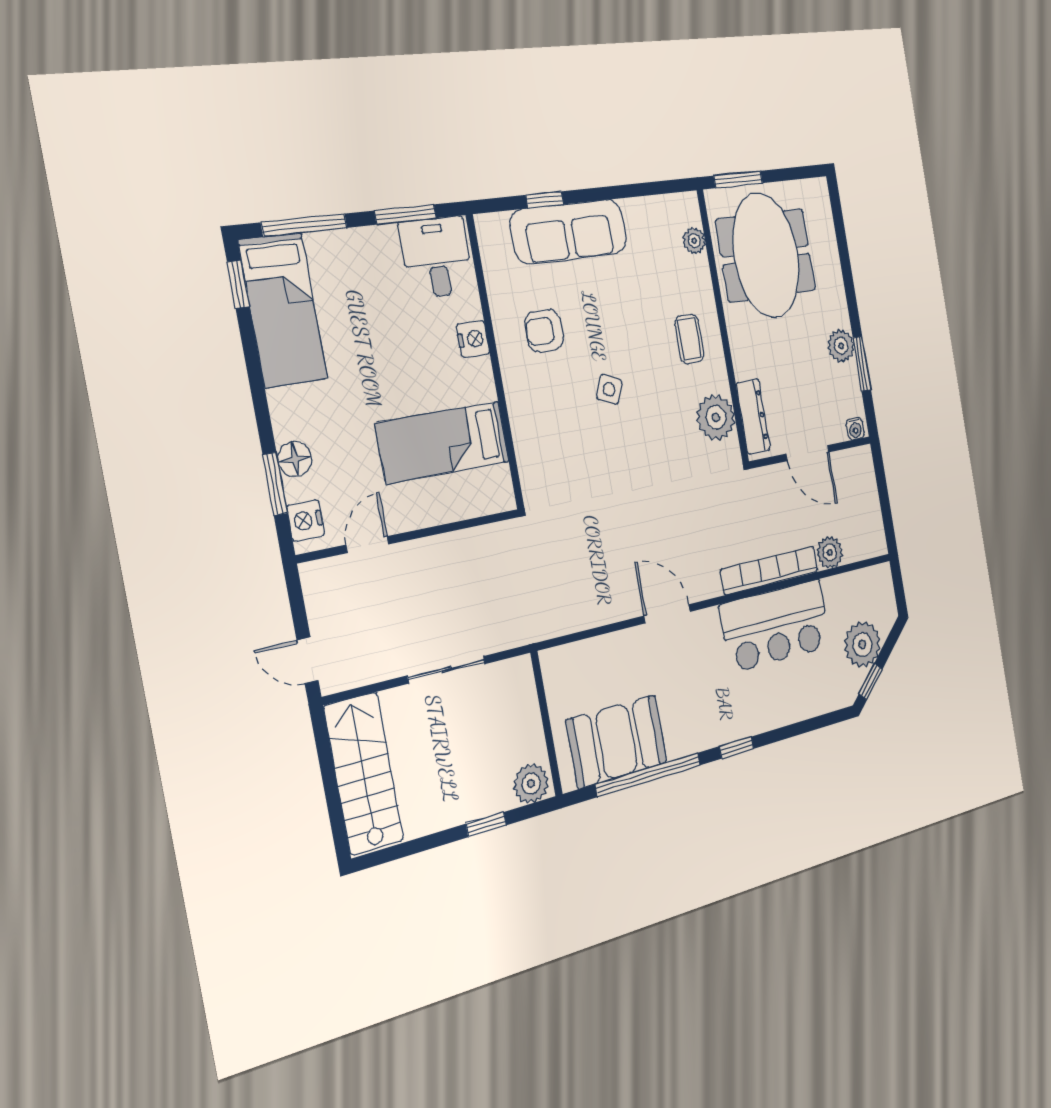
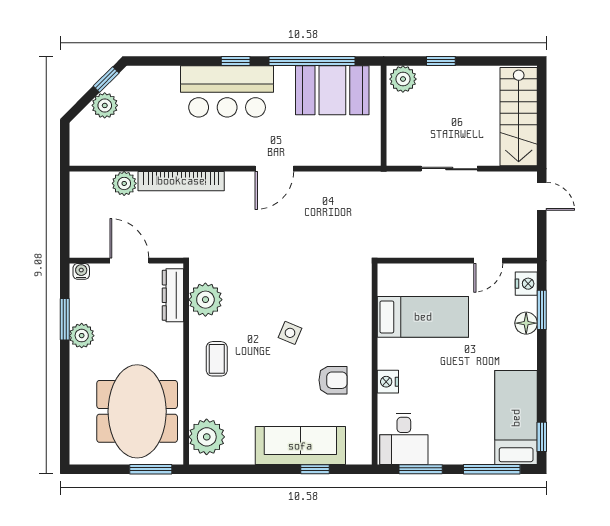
plant: (694, 241) -> (207, 437), width x1.87, depth x1.87
door: (667, 614) -> (274, 169), hinge flipped
bar counter: (775, 626) -> (227, 91), moved, turned 180
plant: (862, 645) -> (105, 105), width x0.73, depth x0.73

